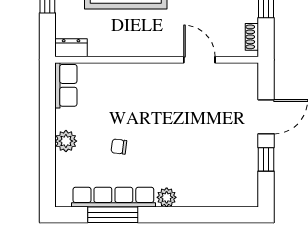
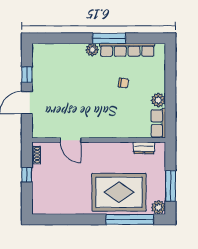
dresser: (71, 48) -> (144, 148), moved
plant: (66, 141) -> (158, 100), moved
window: (113, 215) -> (109, 38), moved

